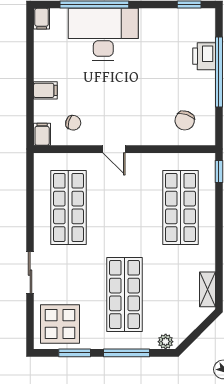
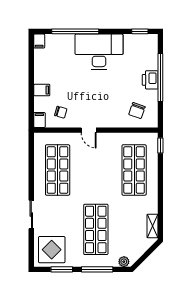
desk: (103, 34) -> (99, 52), moved
printer: (204, 56) -> (150, 80), moved

